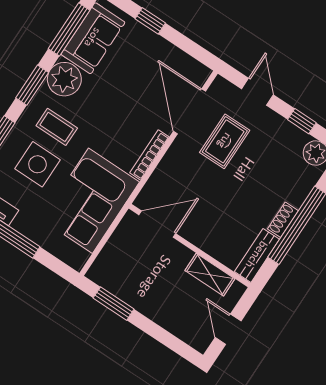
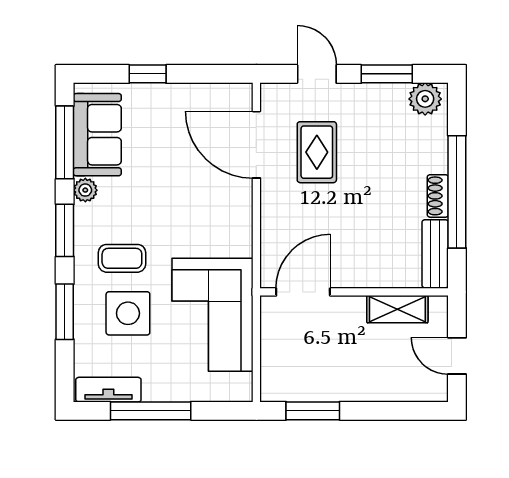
plant: (64, 79) -> (85, 190), width x0.53, depth x0.53
window: (302, 121) -> (387, 74), width x1.50
bookcase: (150, 155) -> (244, 222), removed

